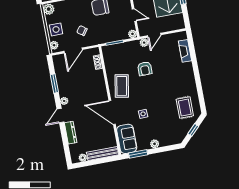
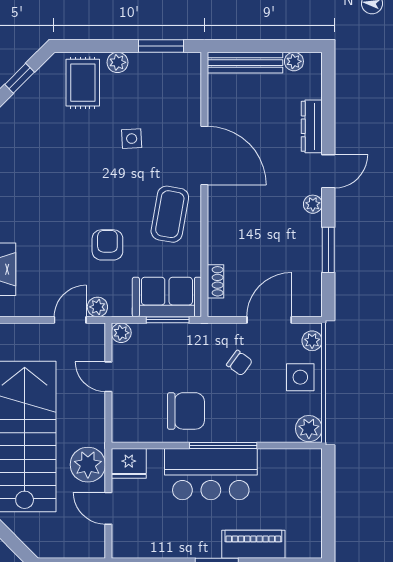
rug: (185, 108) -> (83, 83), moved
sofa: (127, 139) -> (167, 297), moved, turned 90

